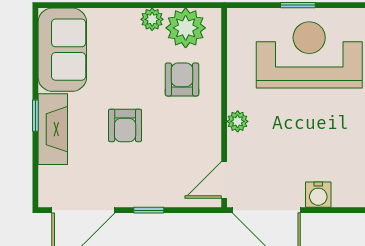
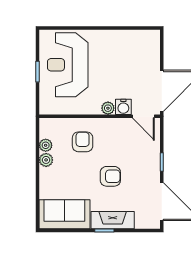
plant: (186, 28) -> (46, 145), width x0.53, depth x0.53
armchair: (182, 79) -> (83, 142), turned 90
water cooler: (318, 195) -> (123, 107), moved, turned 90

